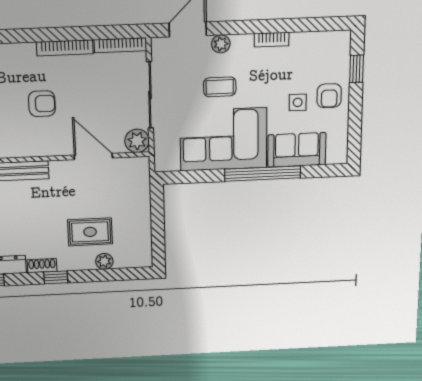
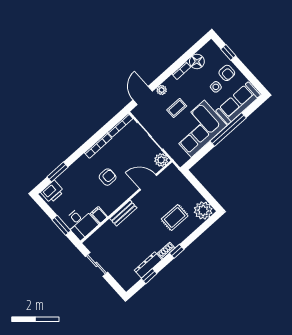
floor lamp: (304, 45) -> (197, 61), added
sofa: (297, 150) -> (238, 103), width x1.36
plant: (104, 261) -> (203, 210), moved, width x1.88, depth x1.88

